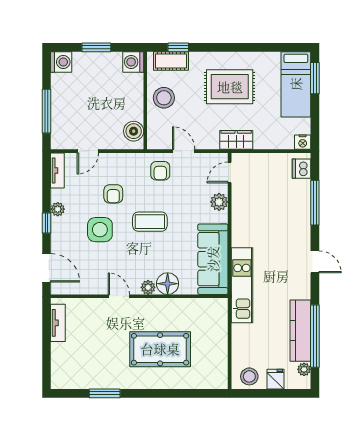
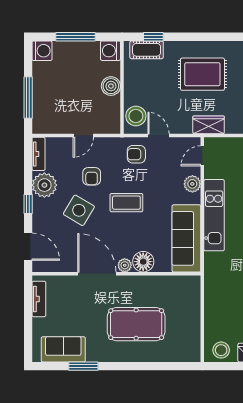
window: (96, 47) -> (75, 37), width x1.44
stool: (164, 98) -> (136, 116), moved
boiler: (134, 131) -> (111, 86), moved
door: (88, 151) -> (83, 136), moved
armchair: (160, 171) -> (136, 154), turned 90
plant: (58, 209) -> (44, 185), width x1.87, depth x1.87
side table: (100, 230) -> (79, 210), turned 31
kitchen unit: (242, 285) -> (214, 215), moved
door: (119, 296) -> (97, 274), width x1.88
sofa: (84, 376) -> (63, 349), added

